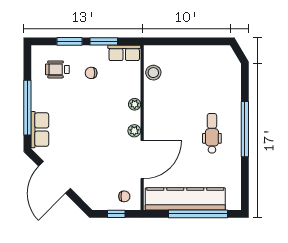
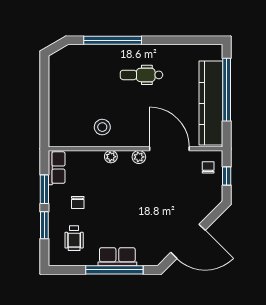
stool: (153, 73) -> (102, 127), moved
window: (245, 129) -> (113, 40), moved
row of seats: (40, 130) -> (117, 257), moved

